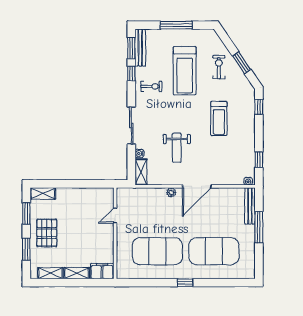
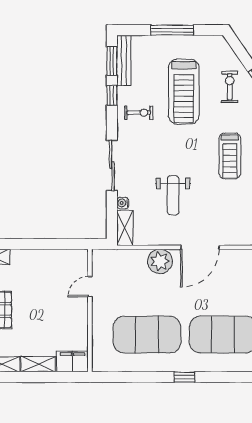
plant: (171, 192) -> (160, 261), width x1.88, depth x1.88

